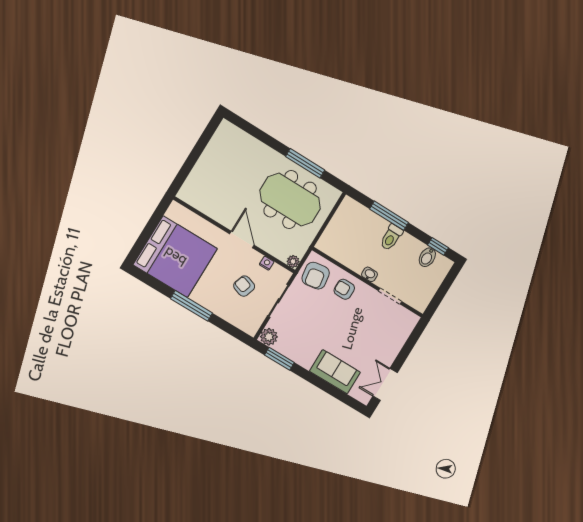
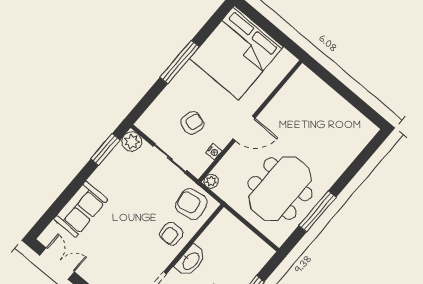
washbasin: (370, 274) -> (190, 261), width x1.91, depth x1.45
armchair: (344, 289) -> (171, 234), turned 180

